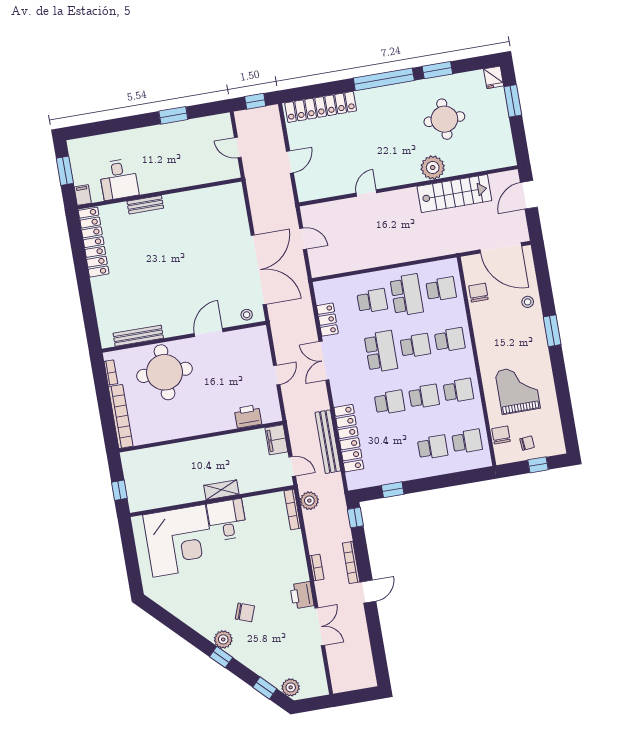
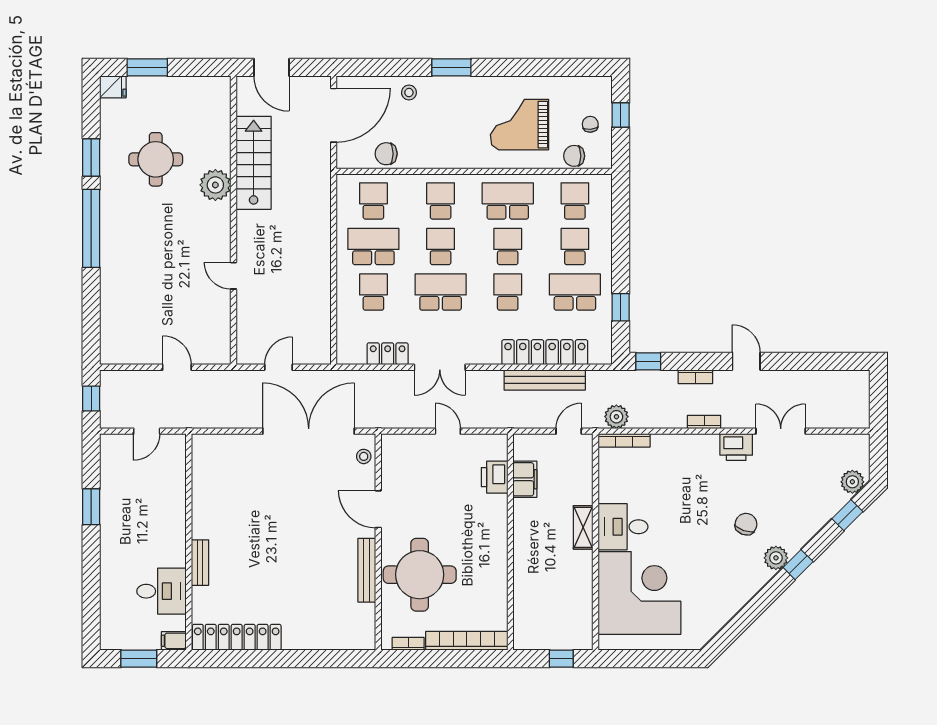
locker: (321, 107) -> (113, 316), removed
bench: (138, 336) -> (367, 570), moved
school desk: (458, 391) -> (508, 201), width x1.85
filing cabinet: (276, 440) -> (525, 479), moved, turned -90
school desk: (398, 453) -> (575, 292), added
bookcase: (351, 563) -> (695, 377), width x0.64

